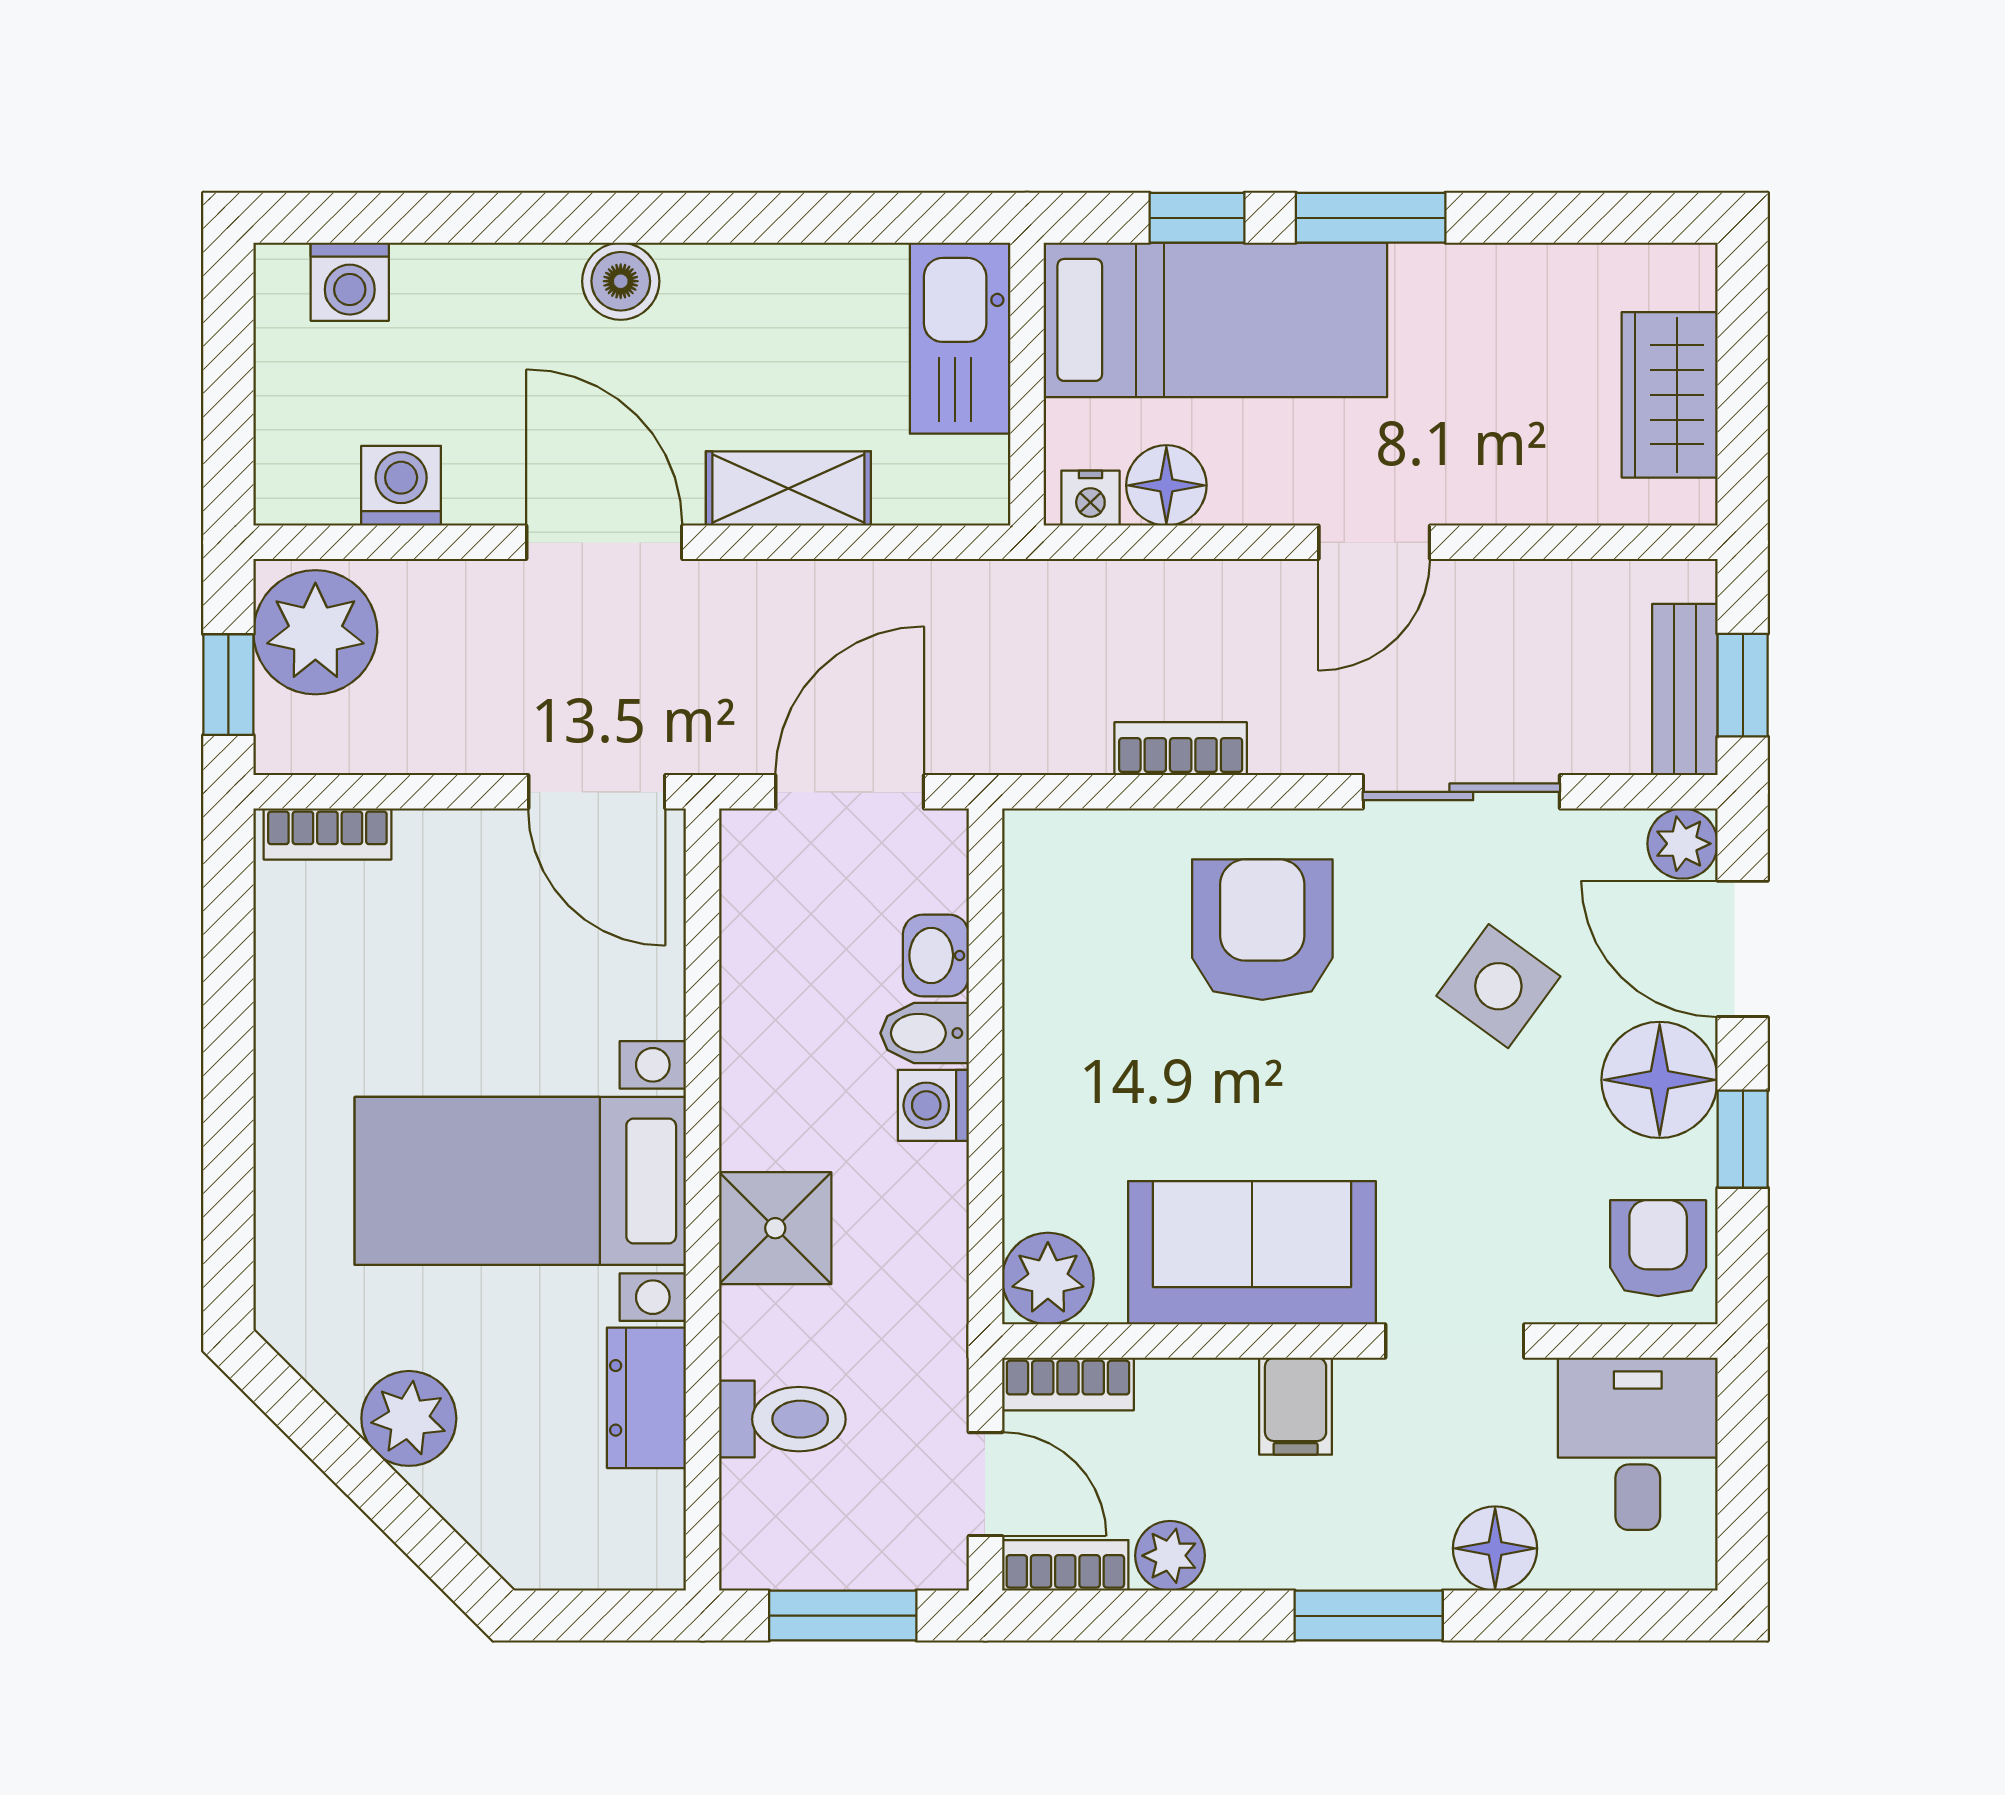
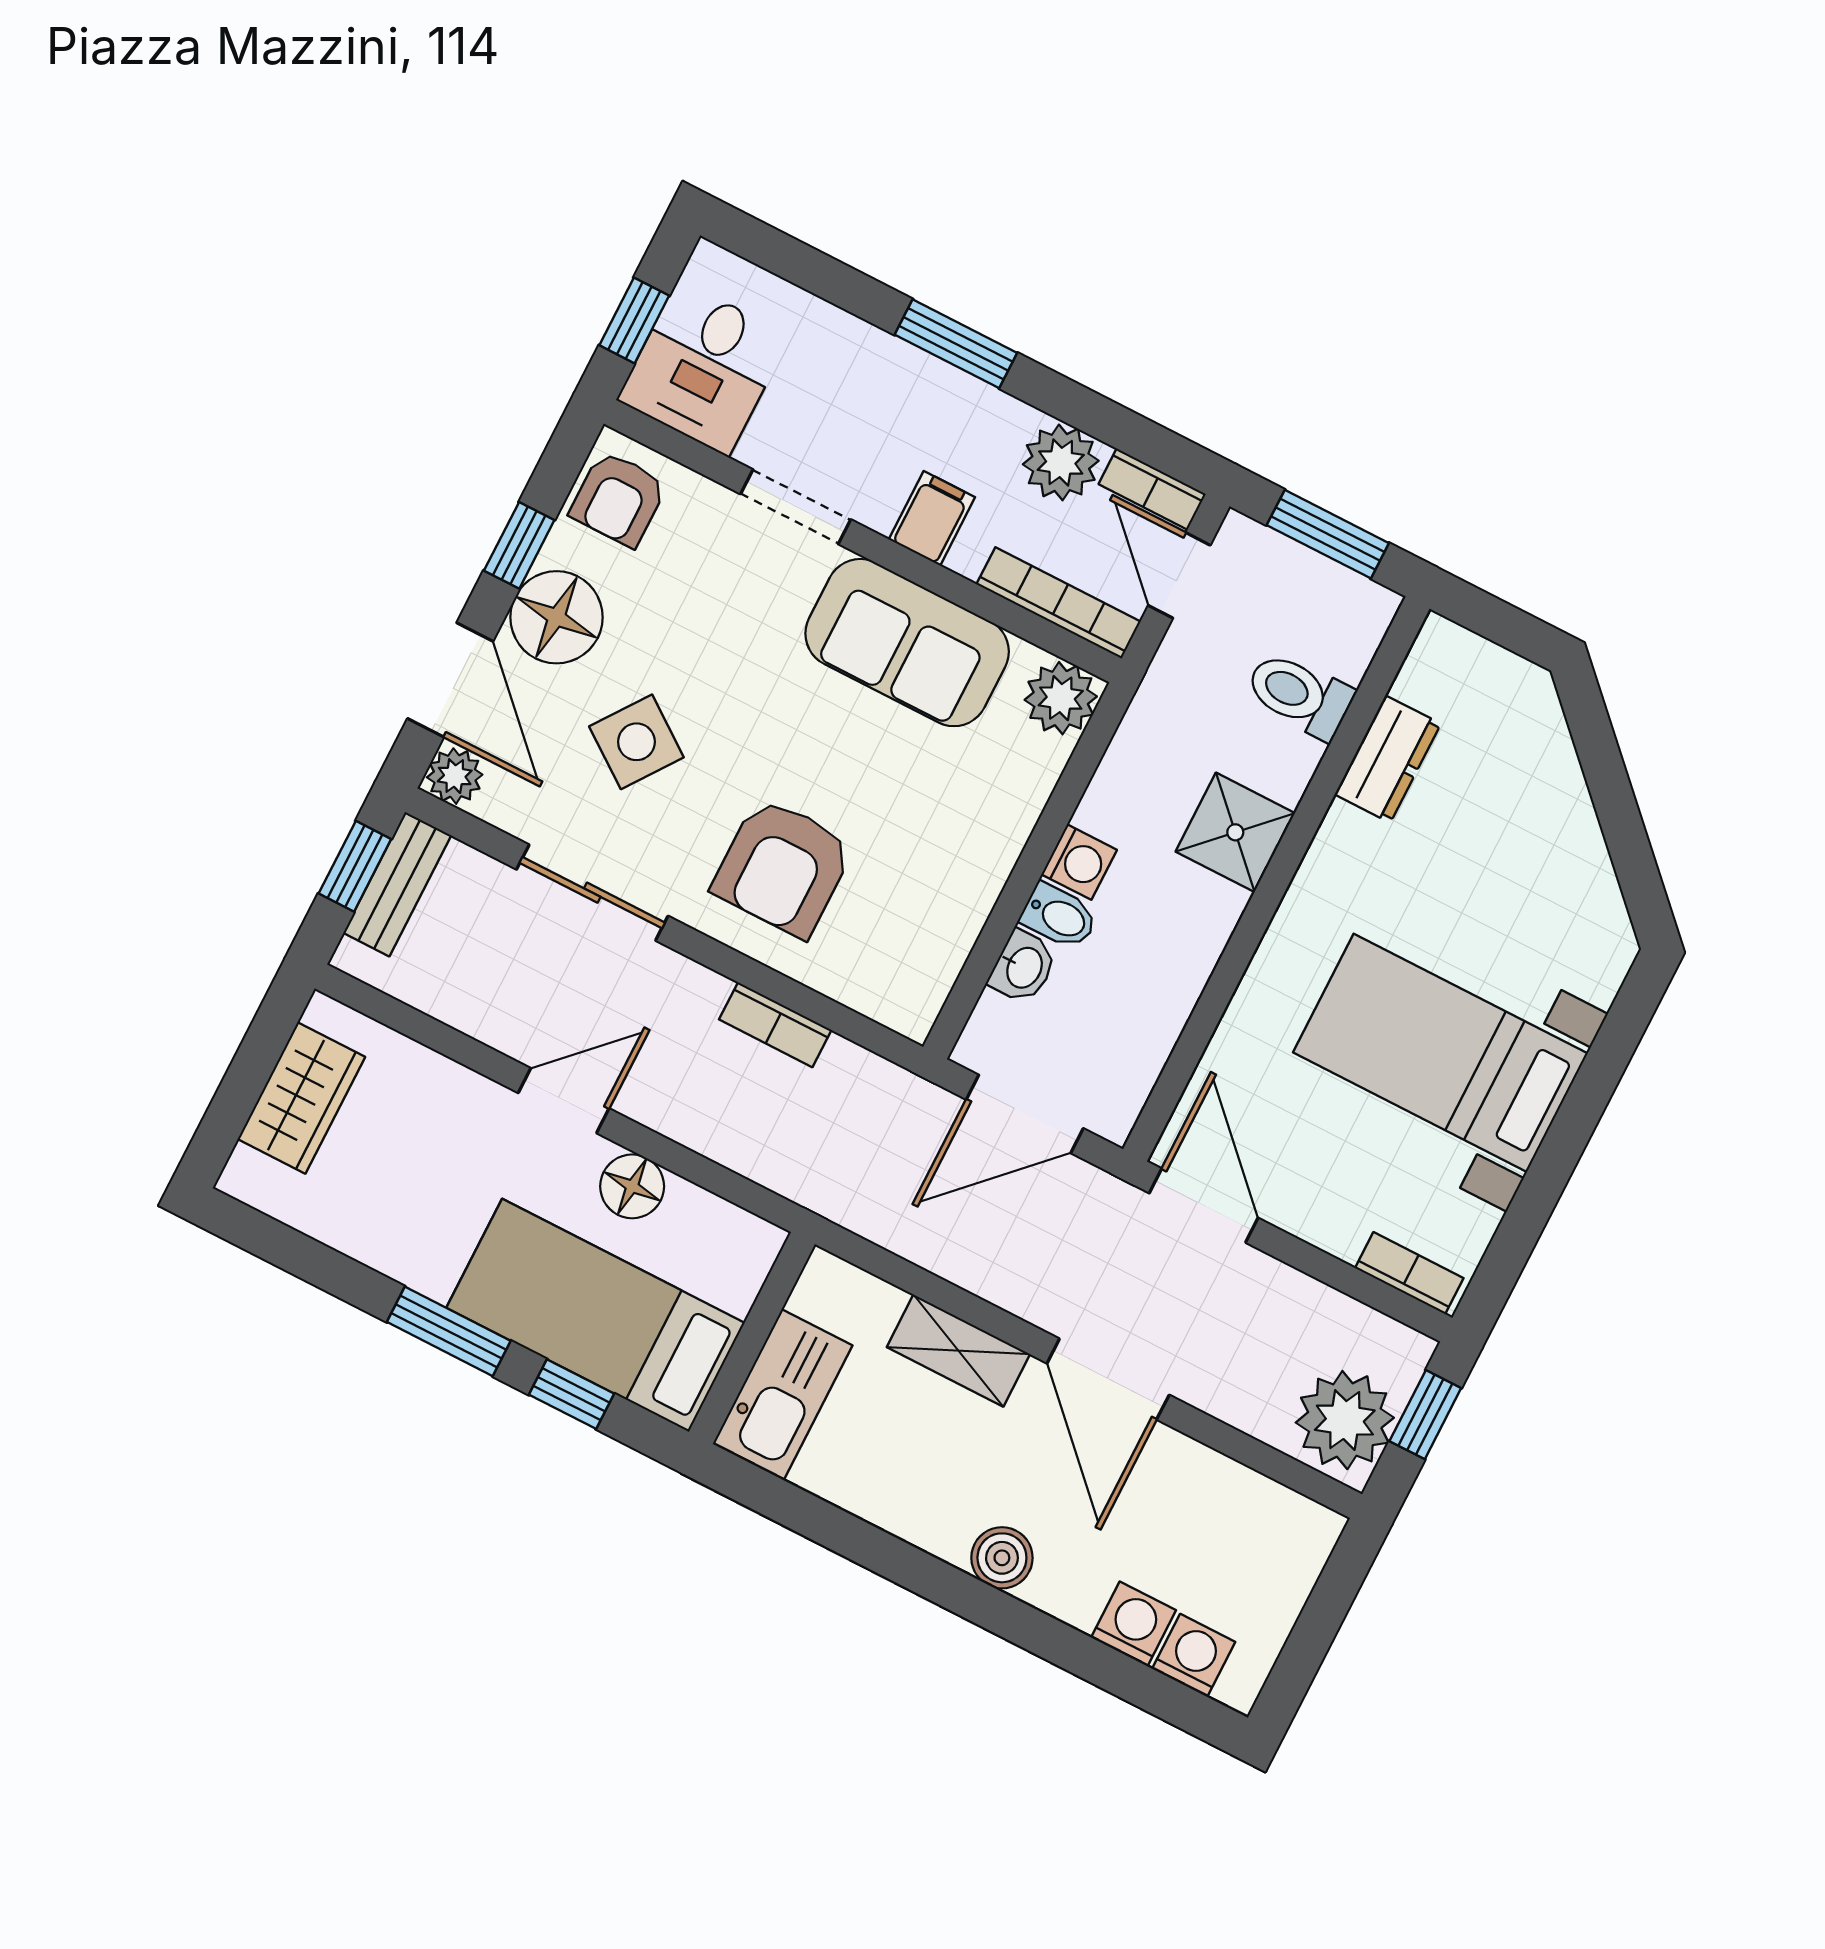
floor lamp: (1166, 485) -> (632, 1186), moved
washing machine: (401, 486) -> (1134, 1624), moved, turned 180
nightstand: (1090, 498) -> (748, 1235), removed
bed with nightstands: (520, 1181) -> (1440, 1053), moved, turned 180
bookcase: (1068, 1384) -> (1059, 603), width x1.56
plant: (409, 1418) -> (1563, 830), removed
window: (1743, 1457) -> (634, 320), added
floor lamp: (1495, 1548) -> (842, 345), removed
plant: (1170, 1556) -> (1061, 462), width x1.38, depth x1.38

